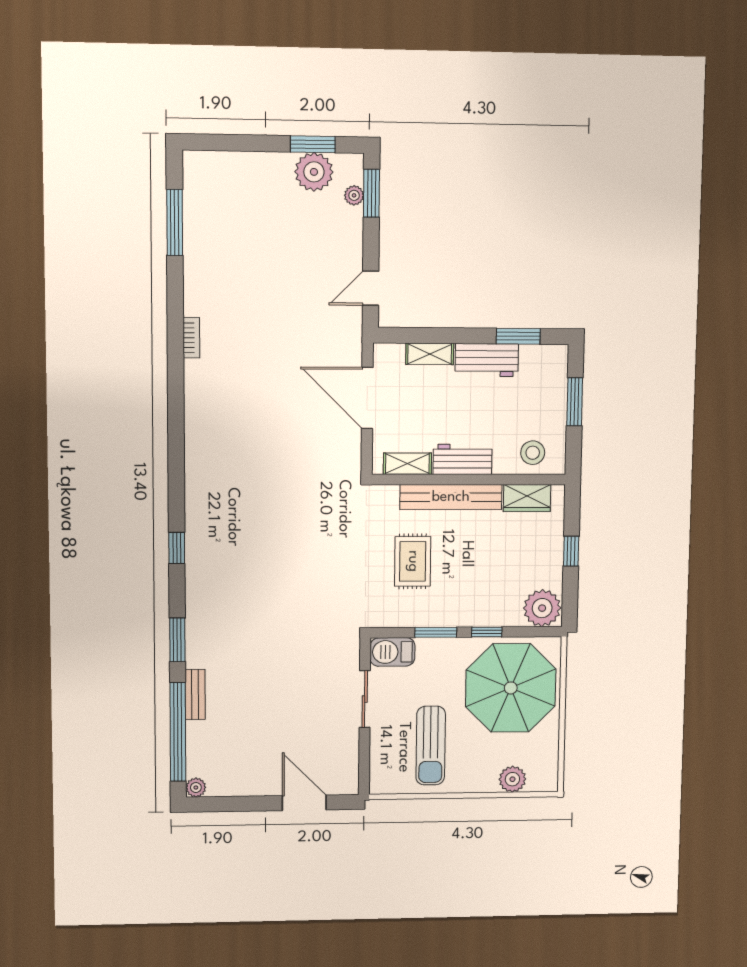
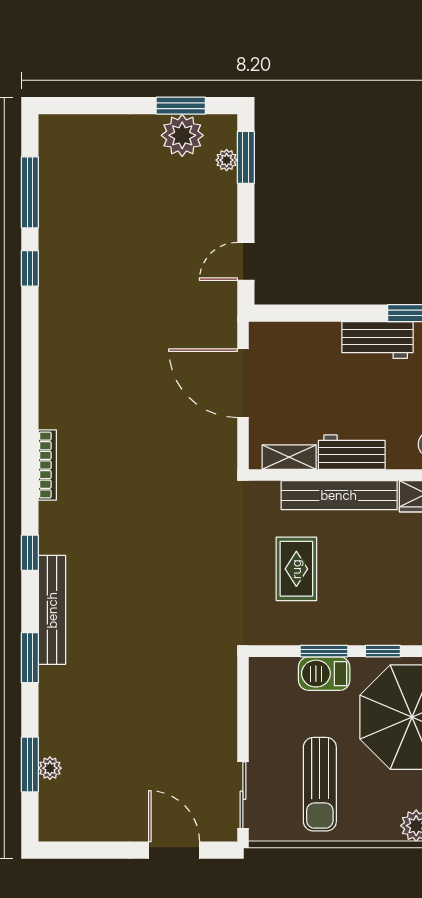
window: (175, 293) -> (30, 268), added
bookcase: (191, 338) -> (47, 465), moved, width x1.56
shelving: (430, 354) -> (313, 334), removed
barbecue: (392, 652) -> (324, 674), moved
bench: (195, 694) -> (52, 610), moved, width x1.86, depth x1.21
sliding door: (365, 699) -> (243, 795), moved
window: (178, 732) -> (30, 764), width x0.47
plant: (196, 788) -> (50, 768), moved

